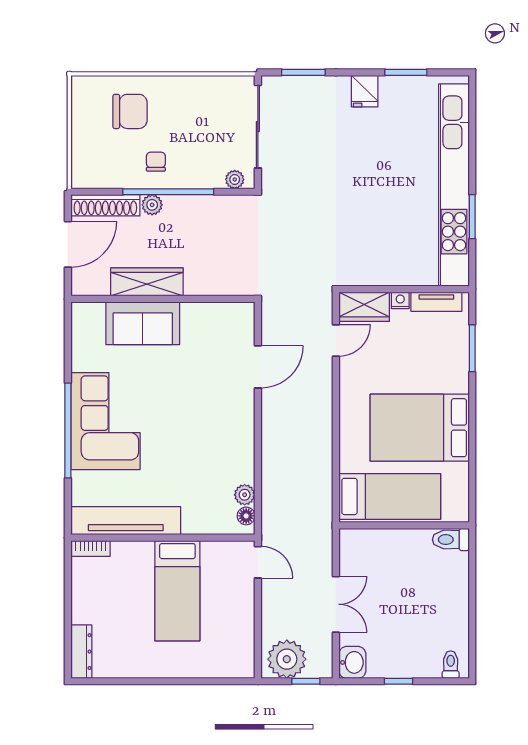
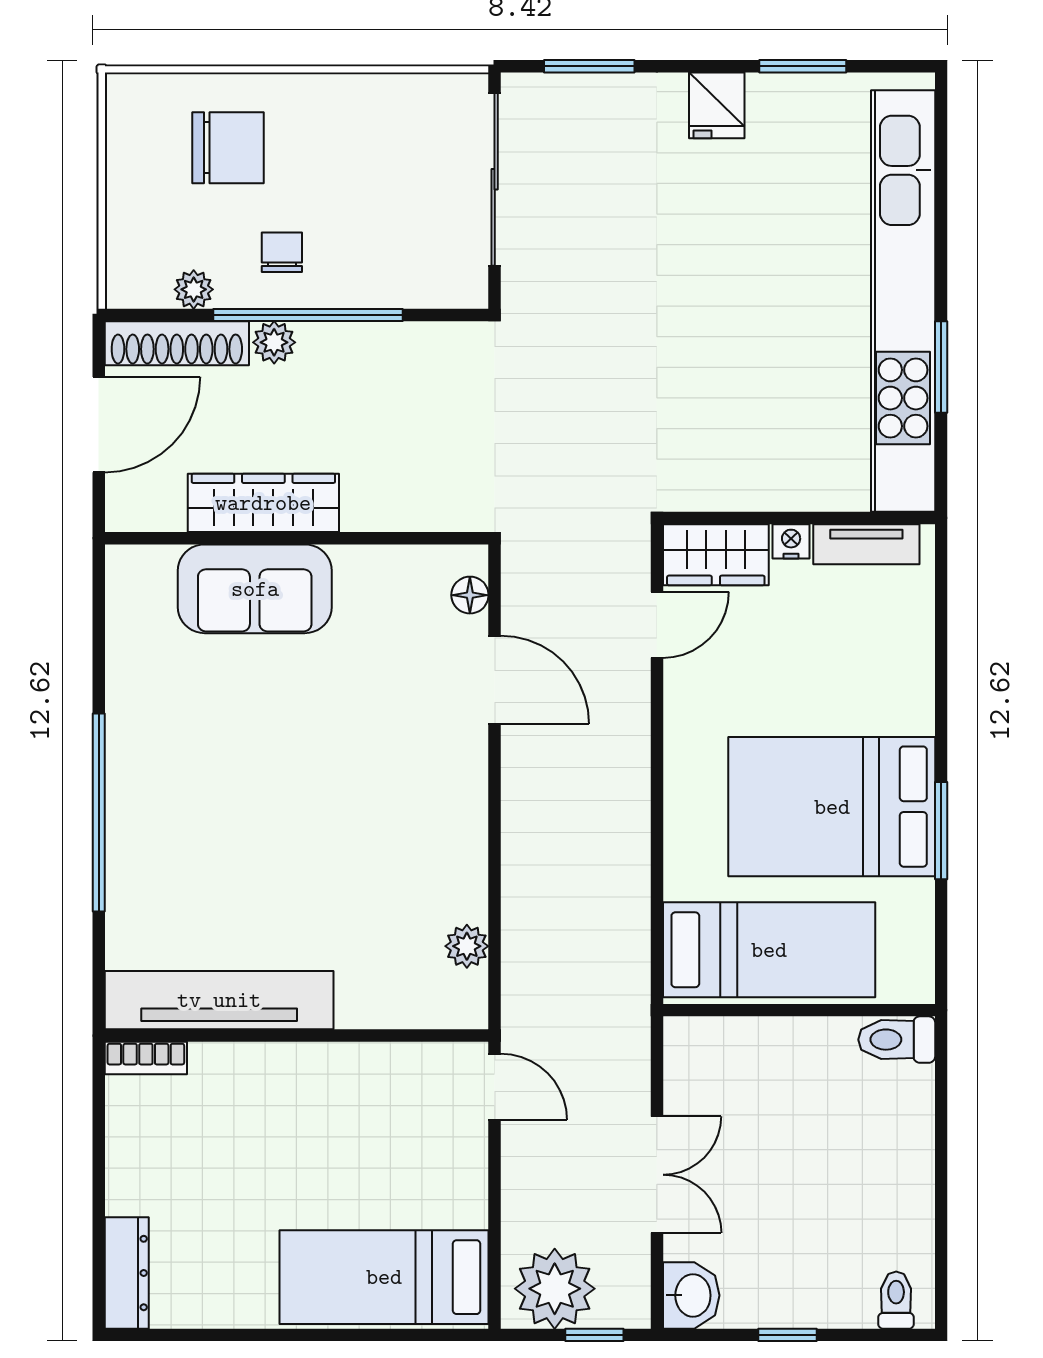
plant: (235, 179) -> (194, 289), moved
window: (472, 348) -> (941, 831), moved
door: (258, 367) -> (495, 680), hinge flipped
corner sofa: (105, 421) -> (177, 793), removed
floor lamp: (246, 516) -> (470, 595), moved
bed: (177, 591) -> (384, 1277), moved, turned 90

